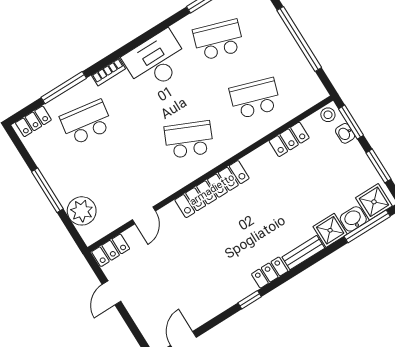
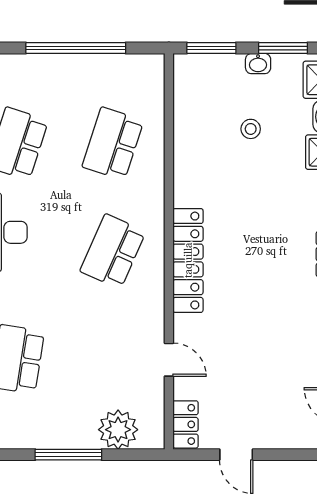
stool: (328, 115) -> (251, 129), moved
washbasin: (345, 133) -> (258, 64), moved
locker: (289, 139) -> (186, 134), removed

